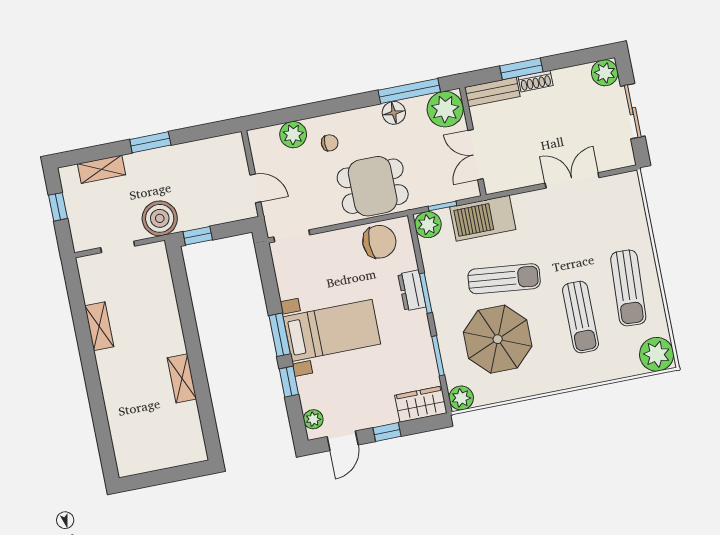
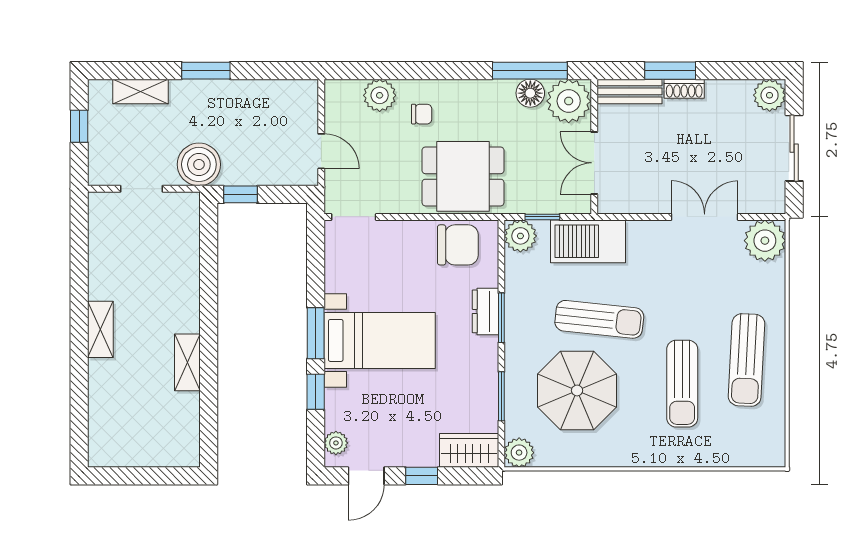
floor lamp: (394, 113) -> (530, 93), moved
shelving: (99, 326) -> (100, 329), moved
plant: (657, 354) -> (765, 241), moved

